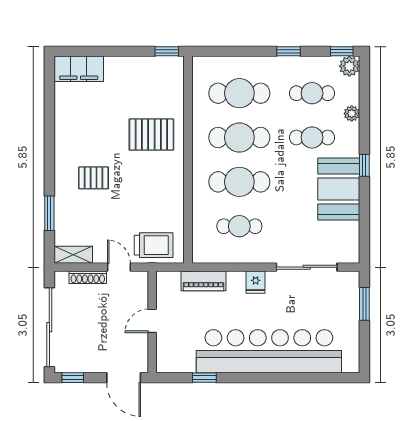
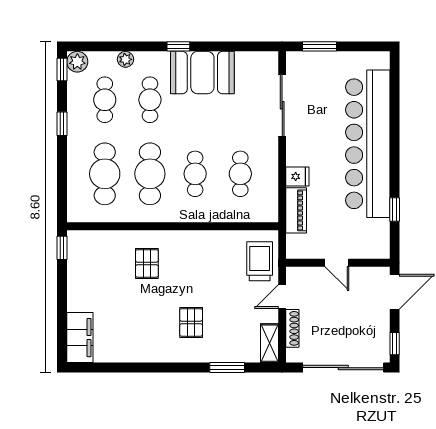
pallet: (151, 134) -> (147, 263), width x0.67, depth x0.71
cafe table: (239, 182) -> (195, 174), width x0.73, depth x0.74
fridge: (256, 282) -> (297, 176), moved

